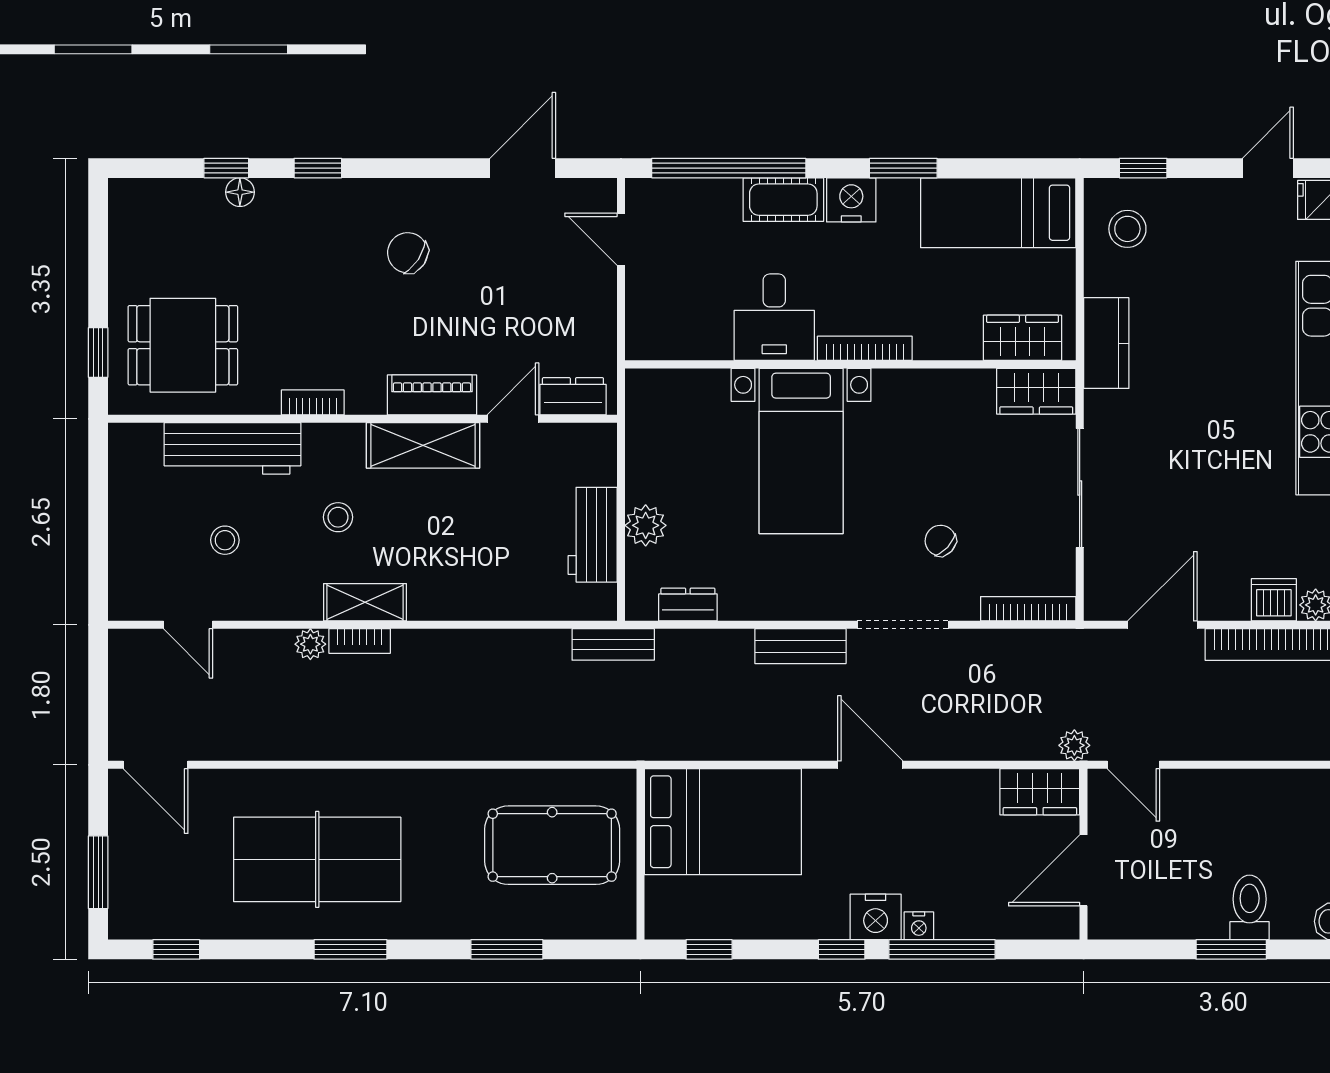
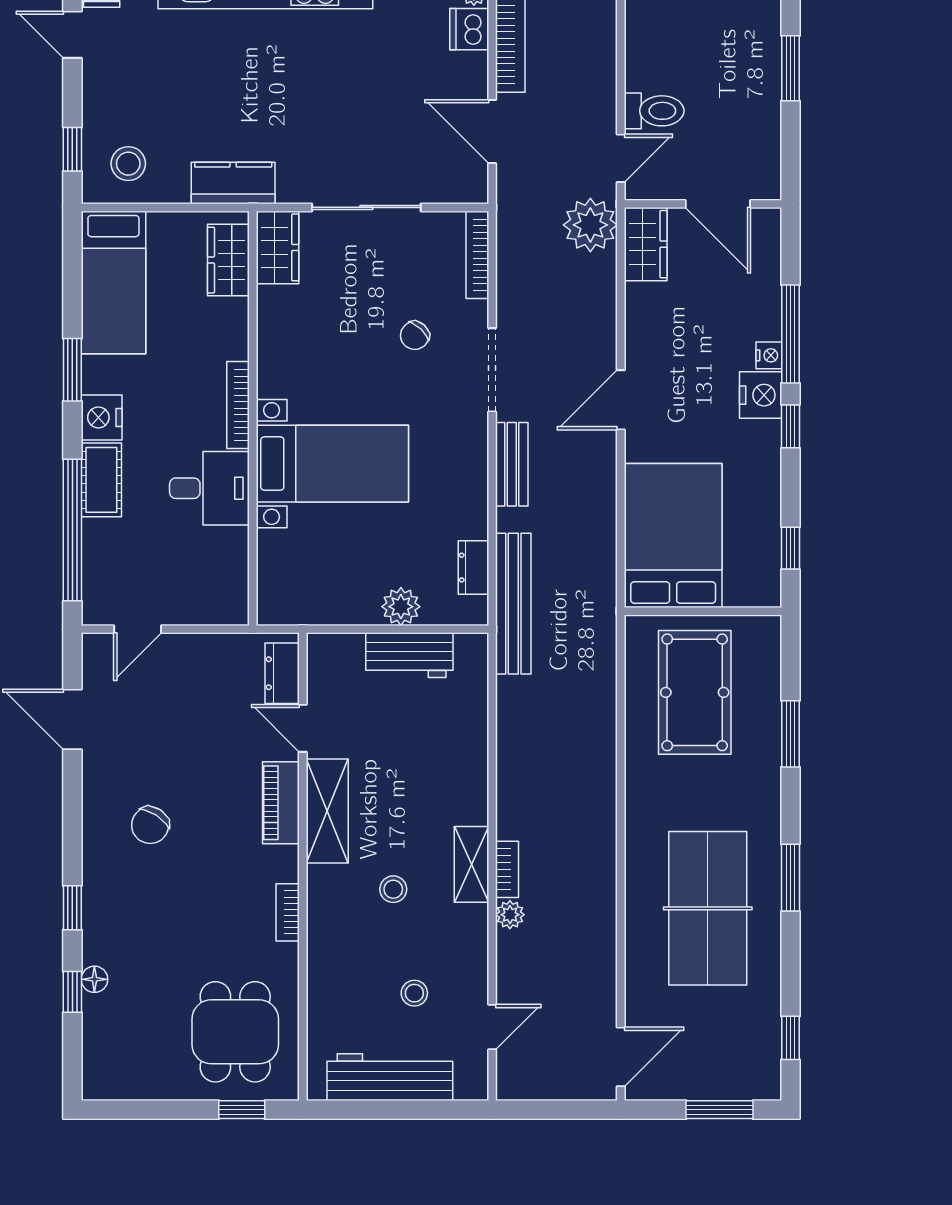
workbench: (233, 448) -> (390, 1077), moved, turned -90
bench: (613, 644) -> (513, 604), width x1.86, depth x1.21
plant: (1074, 745) -> (590, 225), width x1.88, depth x1.88
toilet: (1250, 907) -> (654, 111), moved, turned 180

